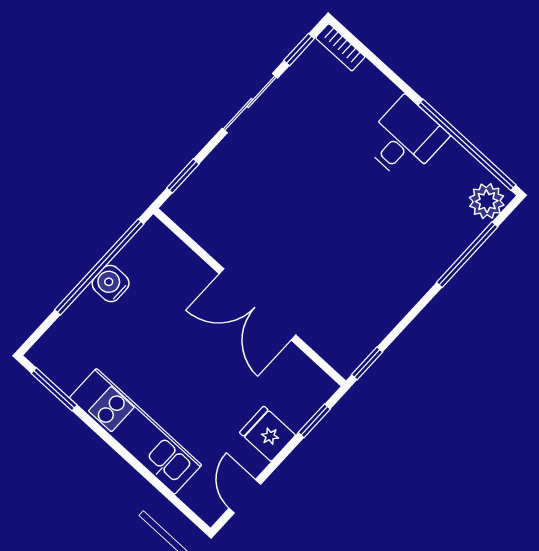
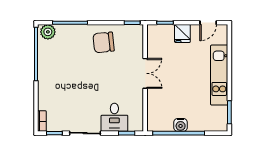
desk: (405, 139) -> (114, 117), moved, turned -90
chair: (379, 282) -> (104, 42), added
double door: (257, 304) -> (145, 73), width x0.73

